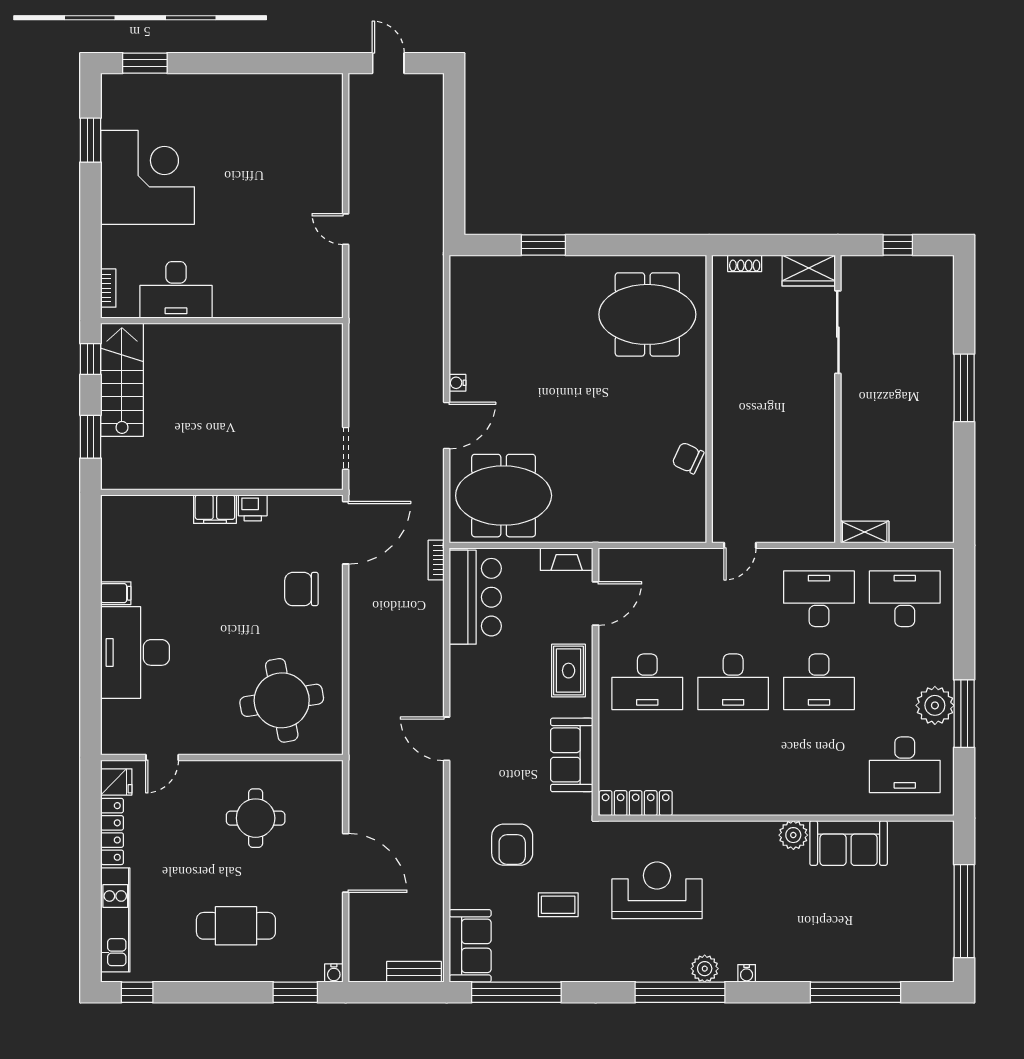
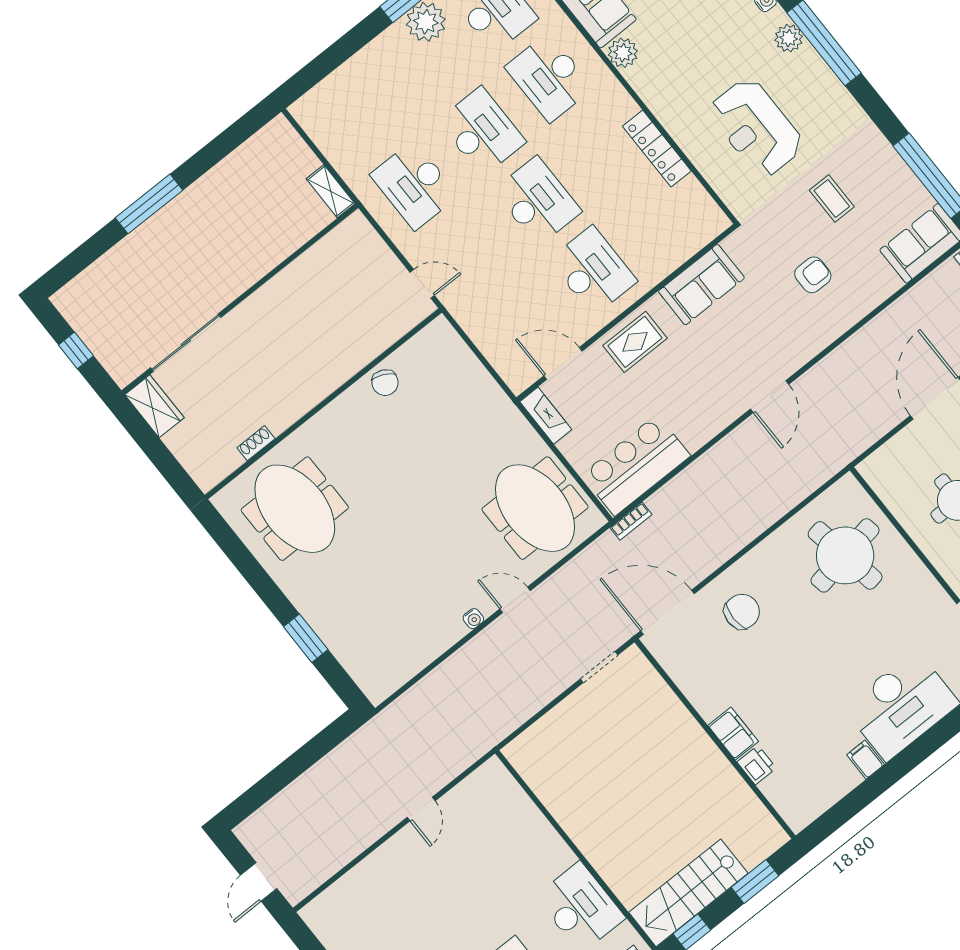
shoe rack: (745, 263) -> (256, 443), moved, turned -90
door: (447, 426) -> (515, 600), width x0.73
printer: (253, 508) -> (757, 765), moved
chair: (301, 589) -> (742, 612), turned -90
desk: (905, 599) -> (549, 78), moved
locker: (636, 803) -> (657, 149), moved
armchair: (512, 845) -> (813, 275), width x0.72, depth x0.72

